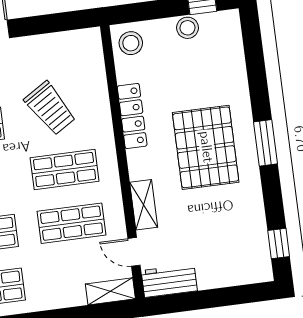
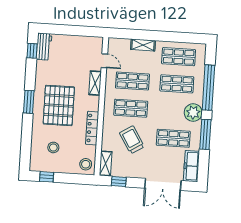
window: (60, 22) -> (119, 182), added
stool: (187, 28) -> (53, 147), moved
shelving: (92, 52) -> (106, 163), added
workbench: (169, 281) -> (44, 47), moved, turned -90
shelving: (110, 291) -> (143, 45), moved

